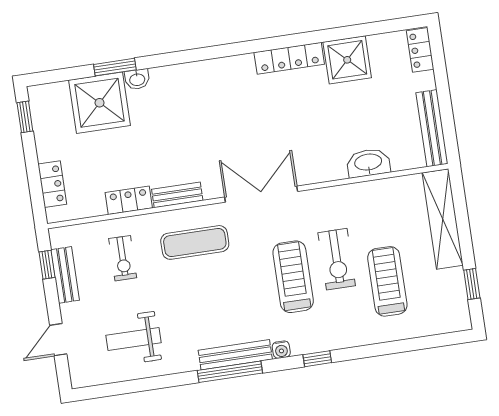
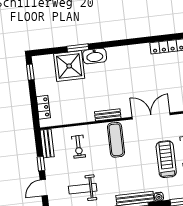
washbasin: (137, 79) -> (95, 56), width x1.91, depth x1.45
locker: (129, 200) -> (83, 117), removed
exercise mat: (195, 242) -> (116, 140), turned 90
window: (47, 265) -> (41, 164), moved
bench: (65, 275) -> (47, 143), moved

